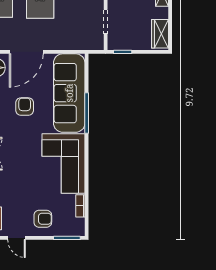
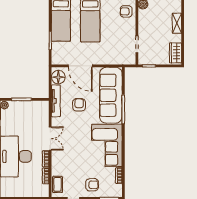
door: (26, 52) -> (80, 66), hinge flipped

